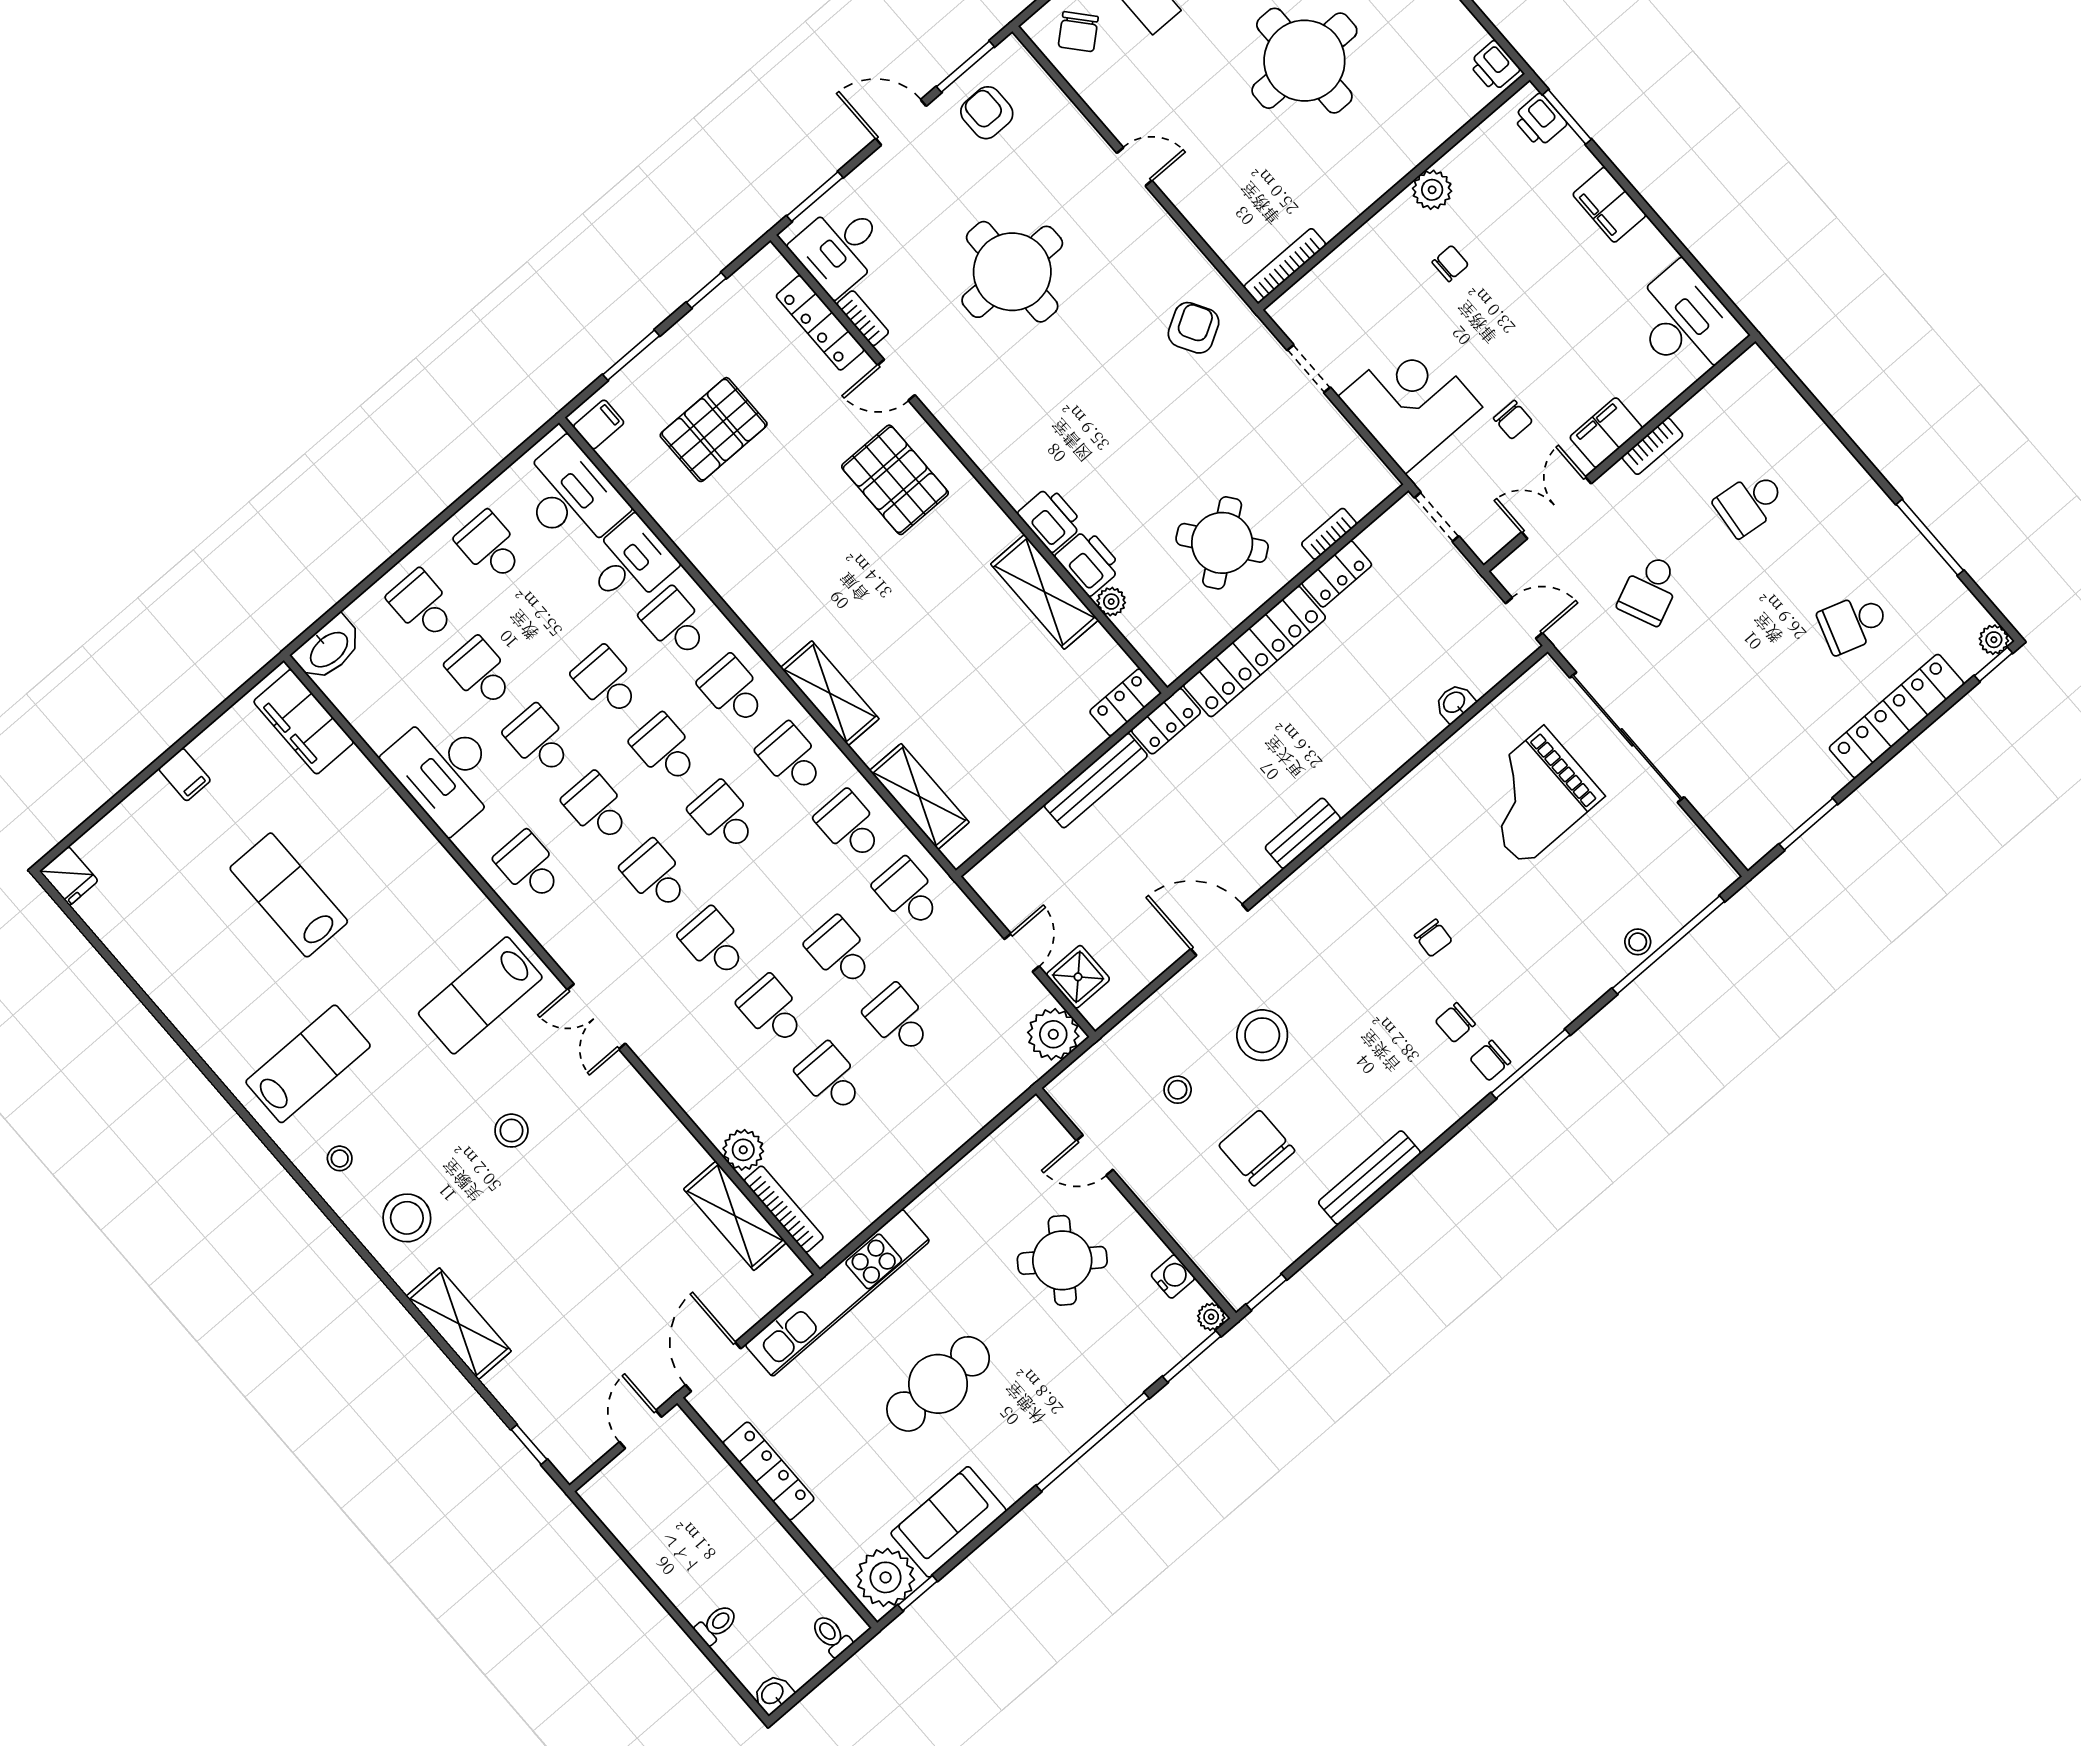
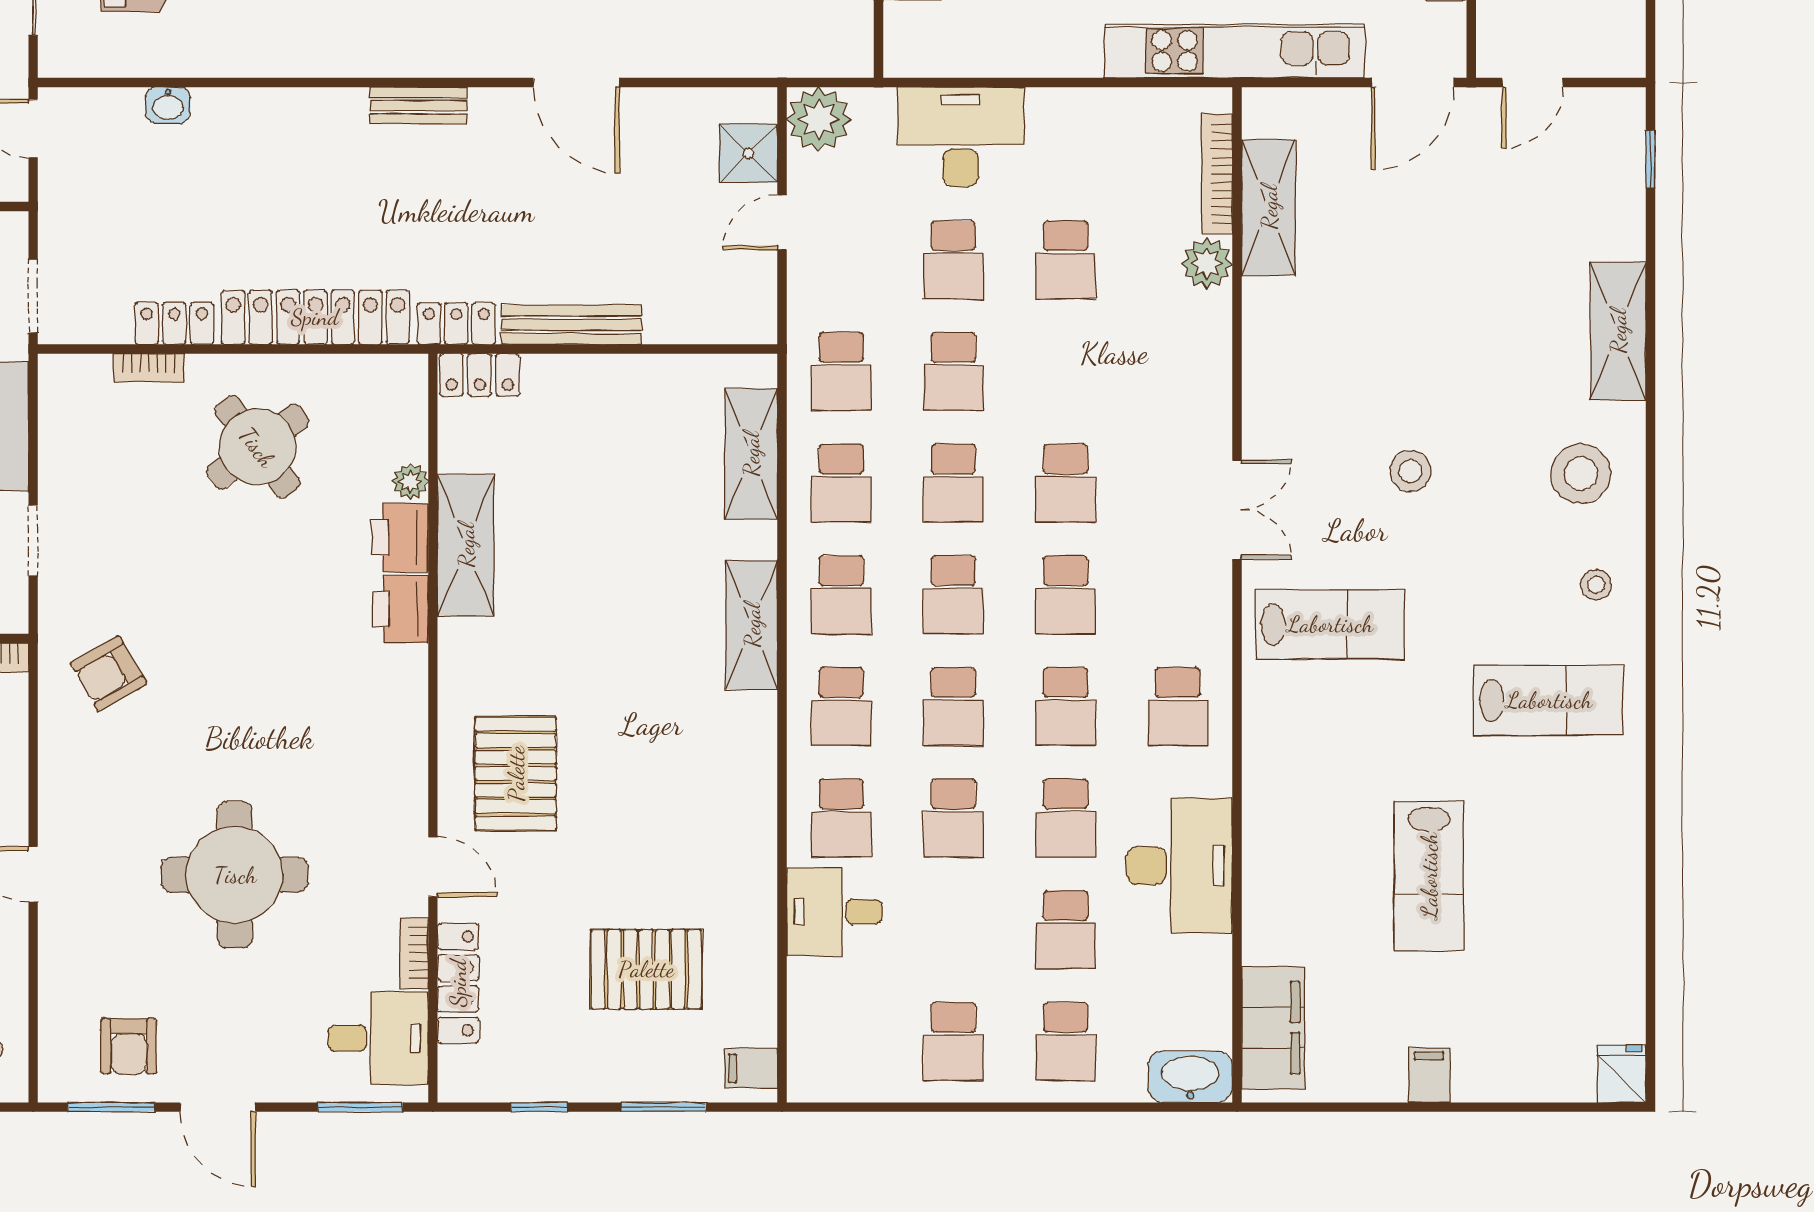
desk: (571, 497) -> (961, 137), moved, turned 90
school desk: (772, 1011) -> (953, 483), moved
lab bench: (308, 1064) -> (1549, 700), turned 180

